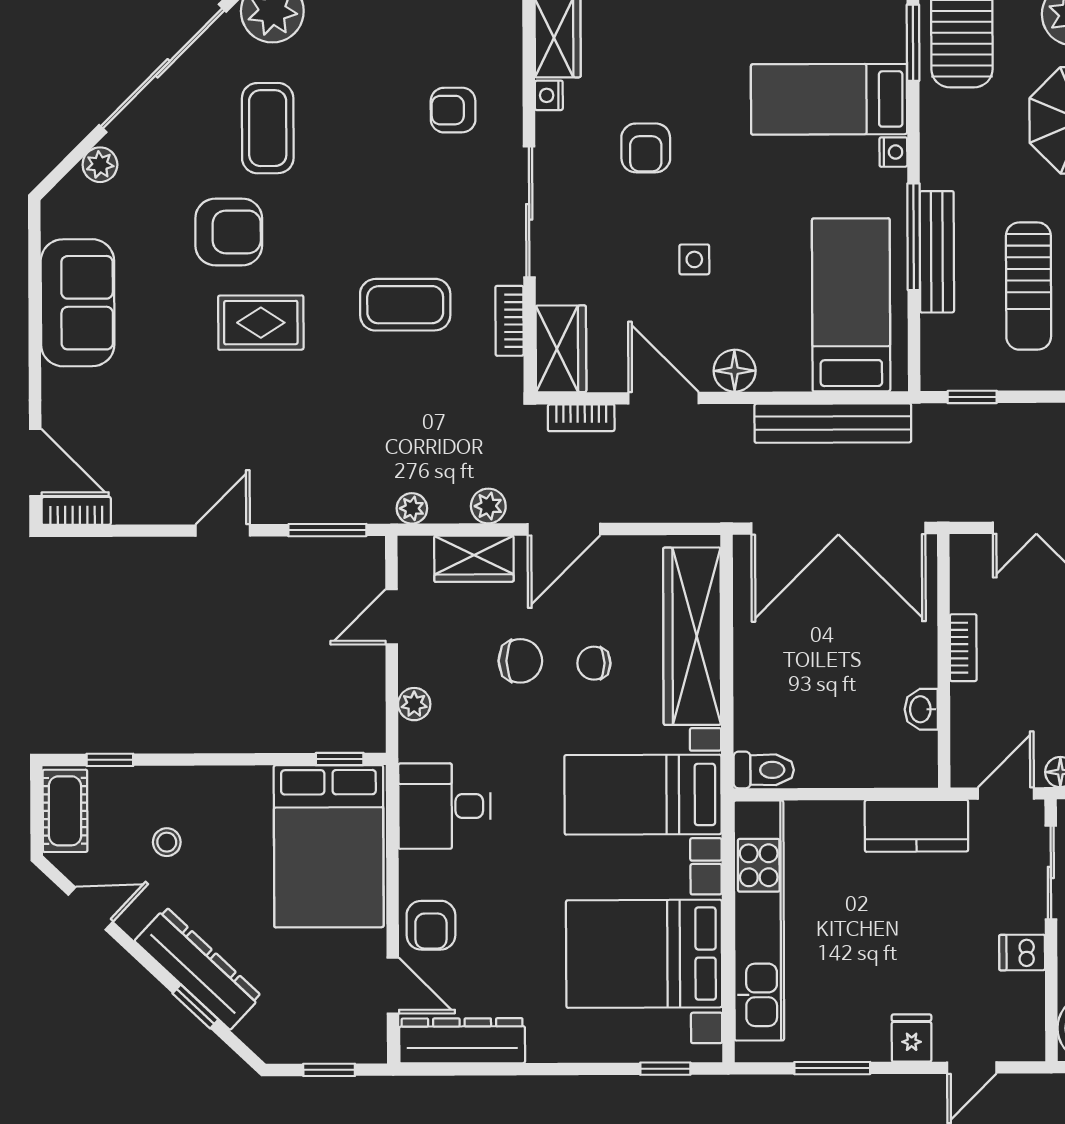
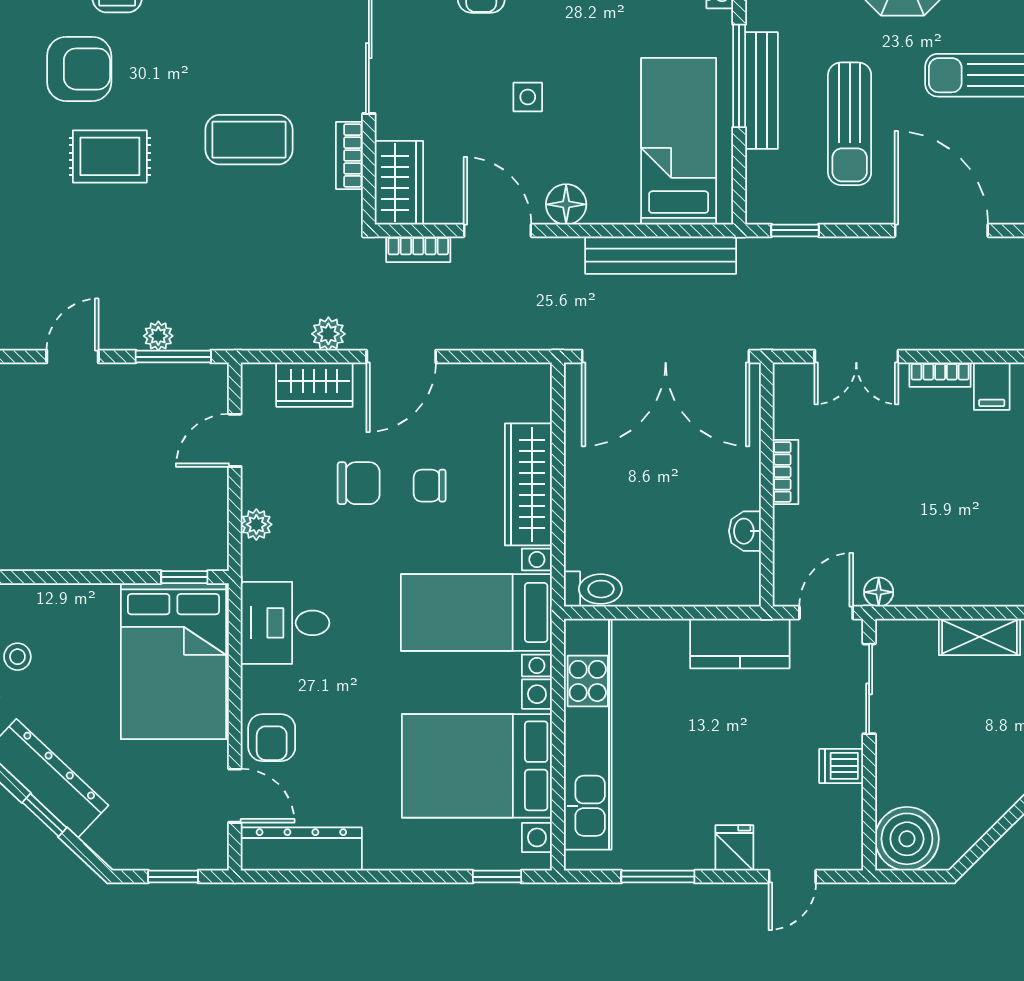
plant: (412, 508) -> (158, 336), moved
wardrobe: (692, 636) -> (528, 484), width x0.71, depth x0.85

